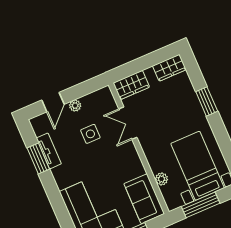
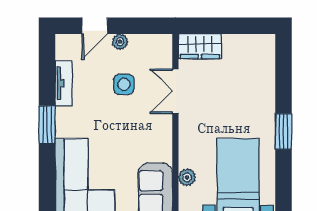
wardrobe: (169, 68) -> (256, 45), removed
window: (207, 101) -> (283, 131), moved
window: (38, 158) -> (47, 125), moved

